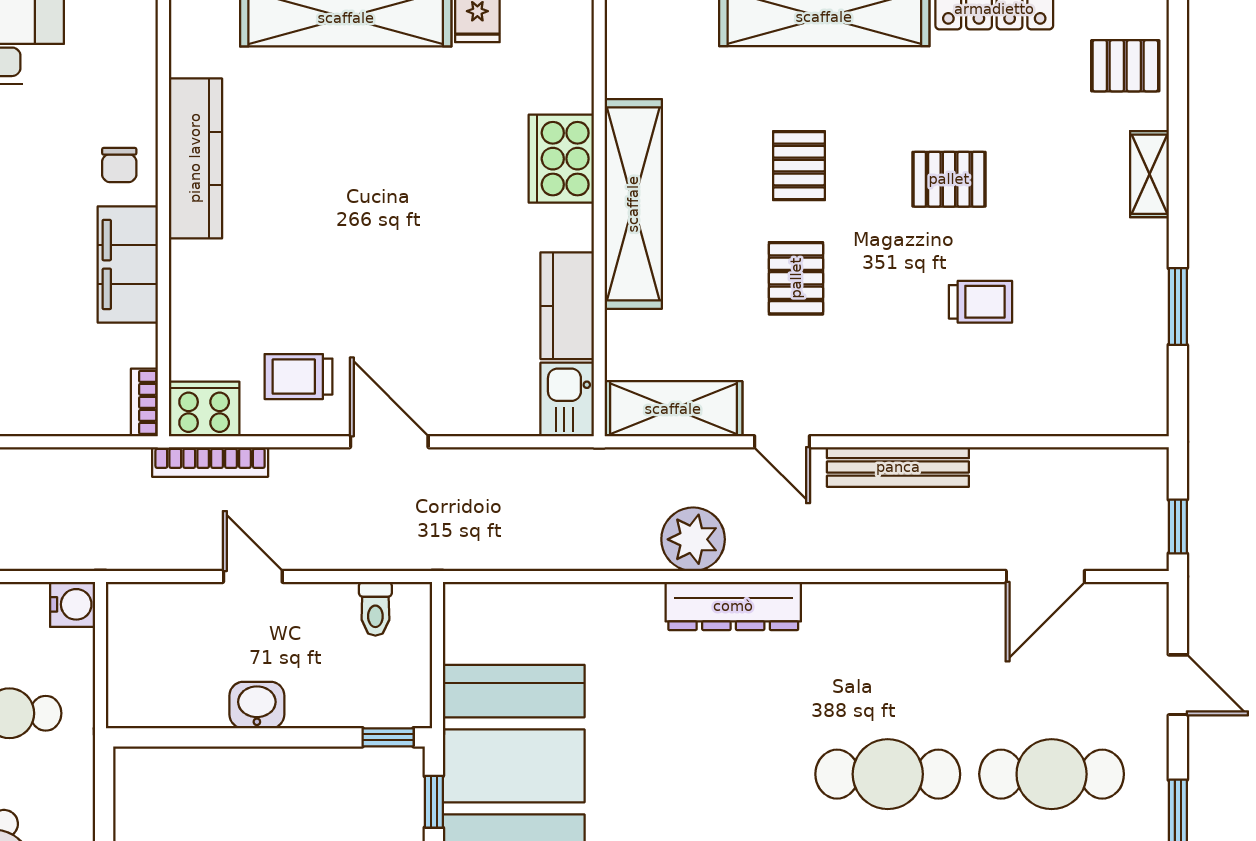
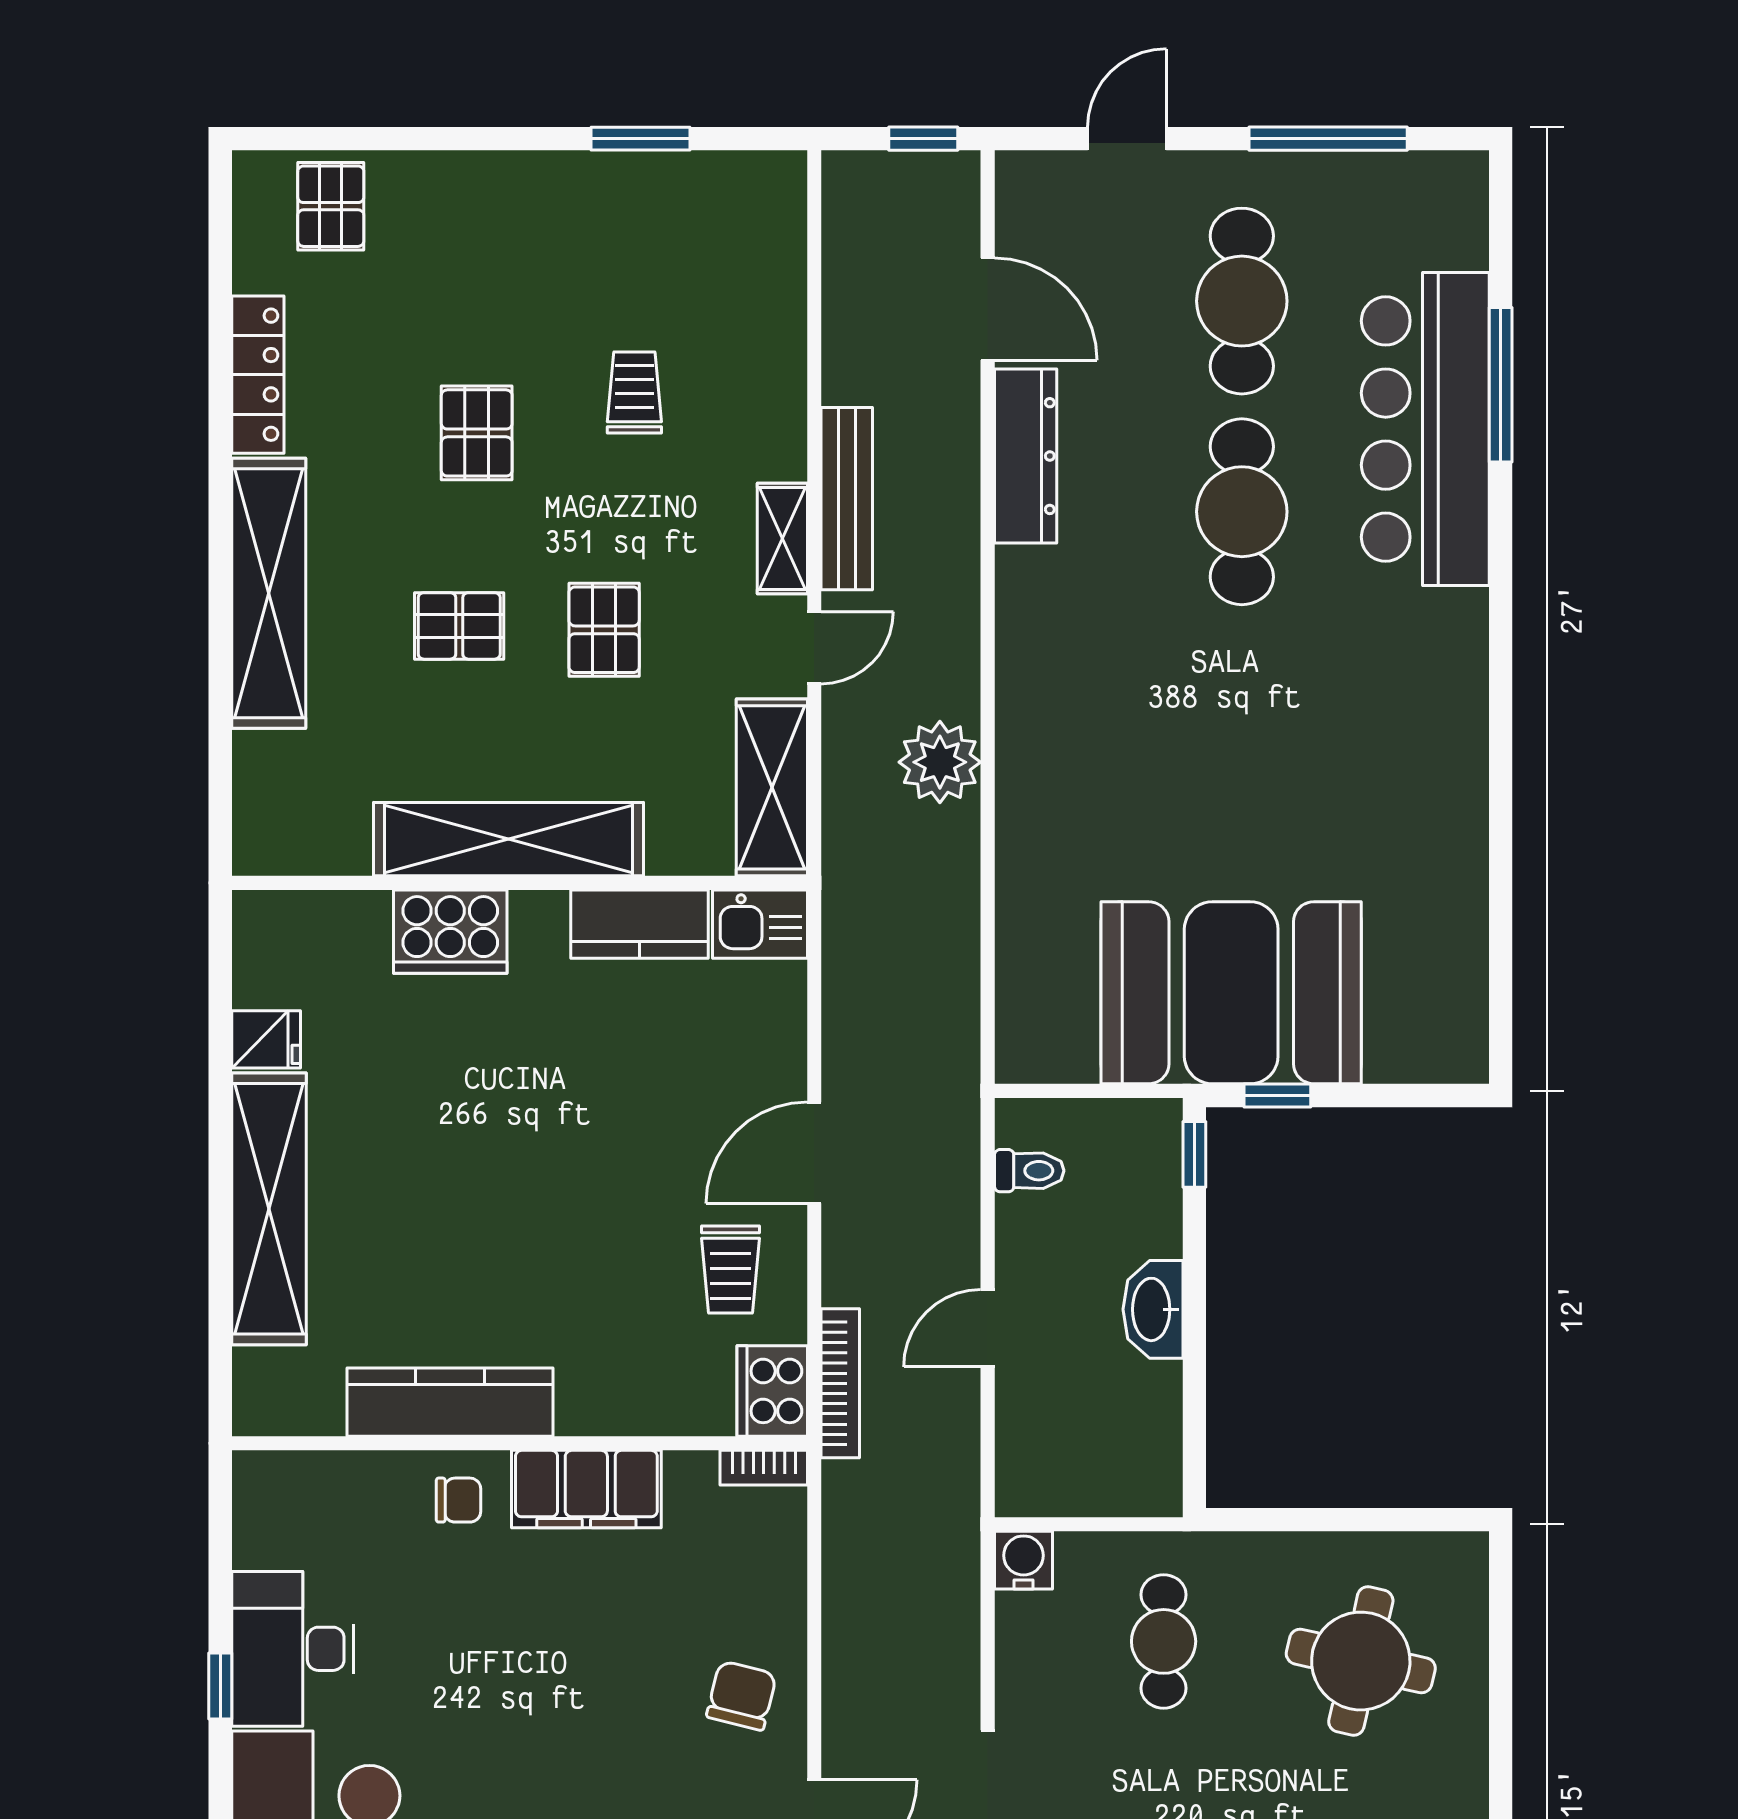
shelving: (1149, 174) -> (782, 538), moved, turned 90
pallet: (796, 278) -> (604, 630), turned 90
dresser: (733, 606) -> (1026, 456), moved
washbasin: (257, 705) -> (1153, 1309), width x1.38

